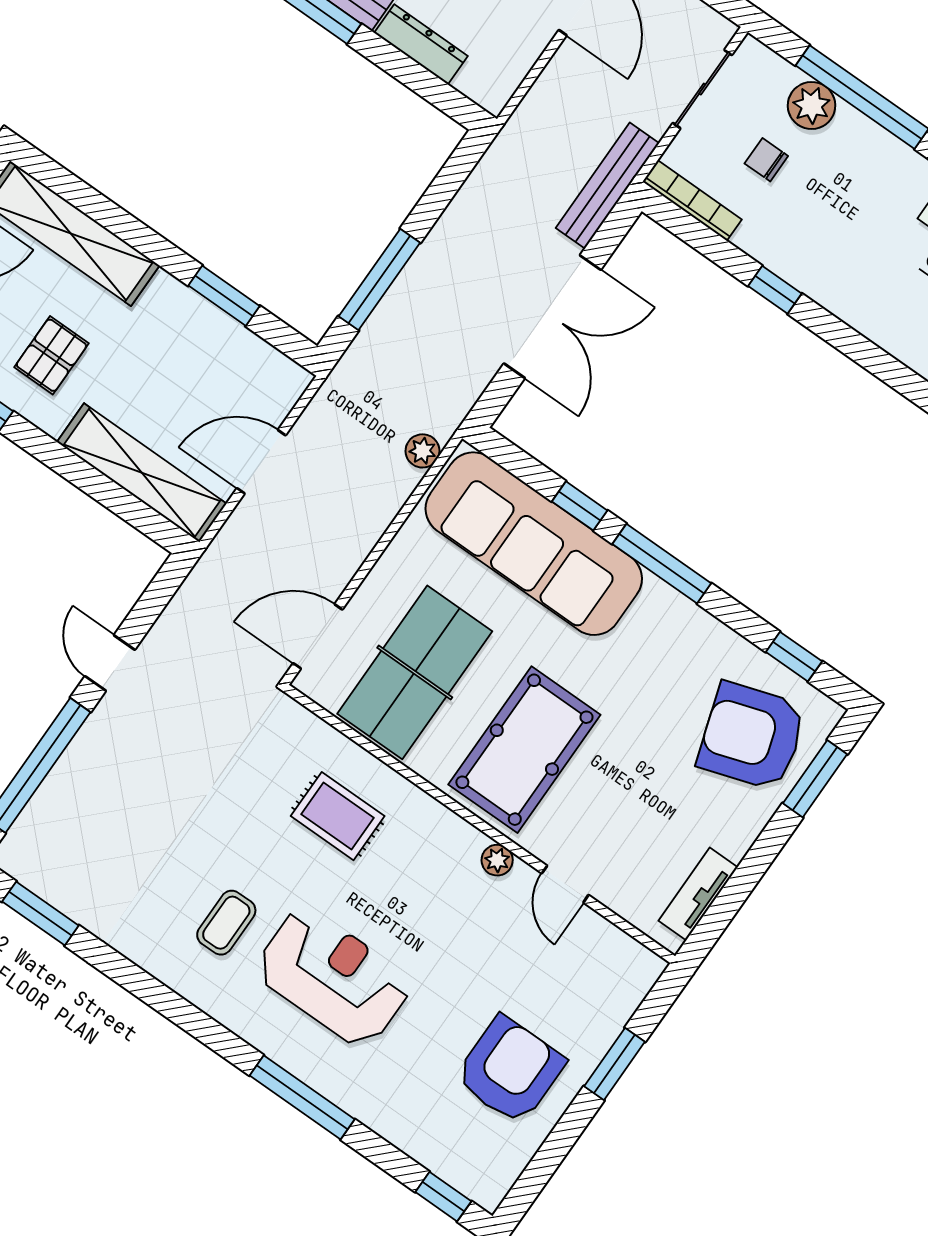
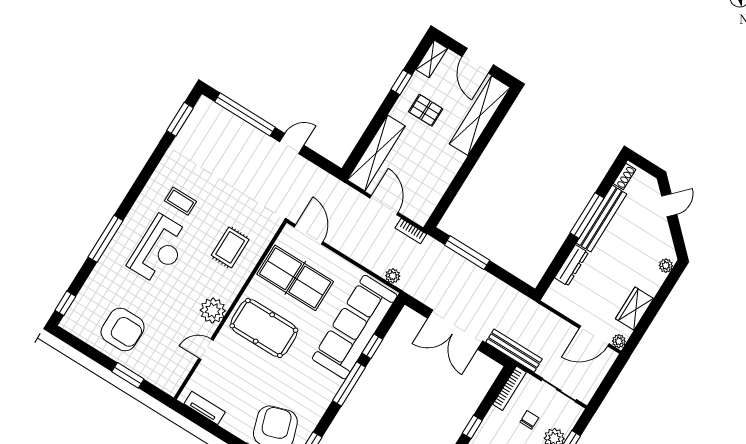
window: (224, 296) -> (456, 185), removed
bookcase: (323, 404) -> (411, 231), added
plant: (497, 860) -> (213, 311), width x1.87, depth x1.87

